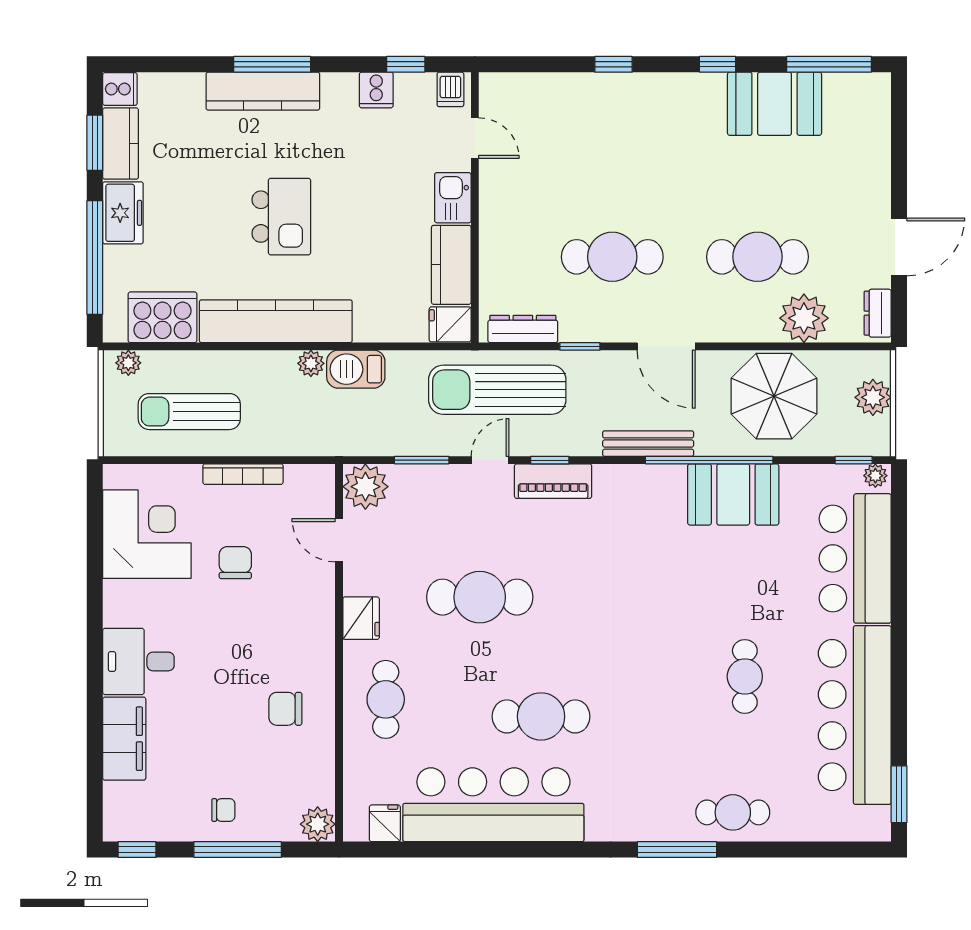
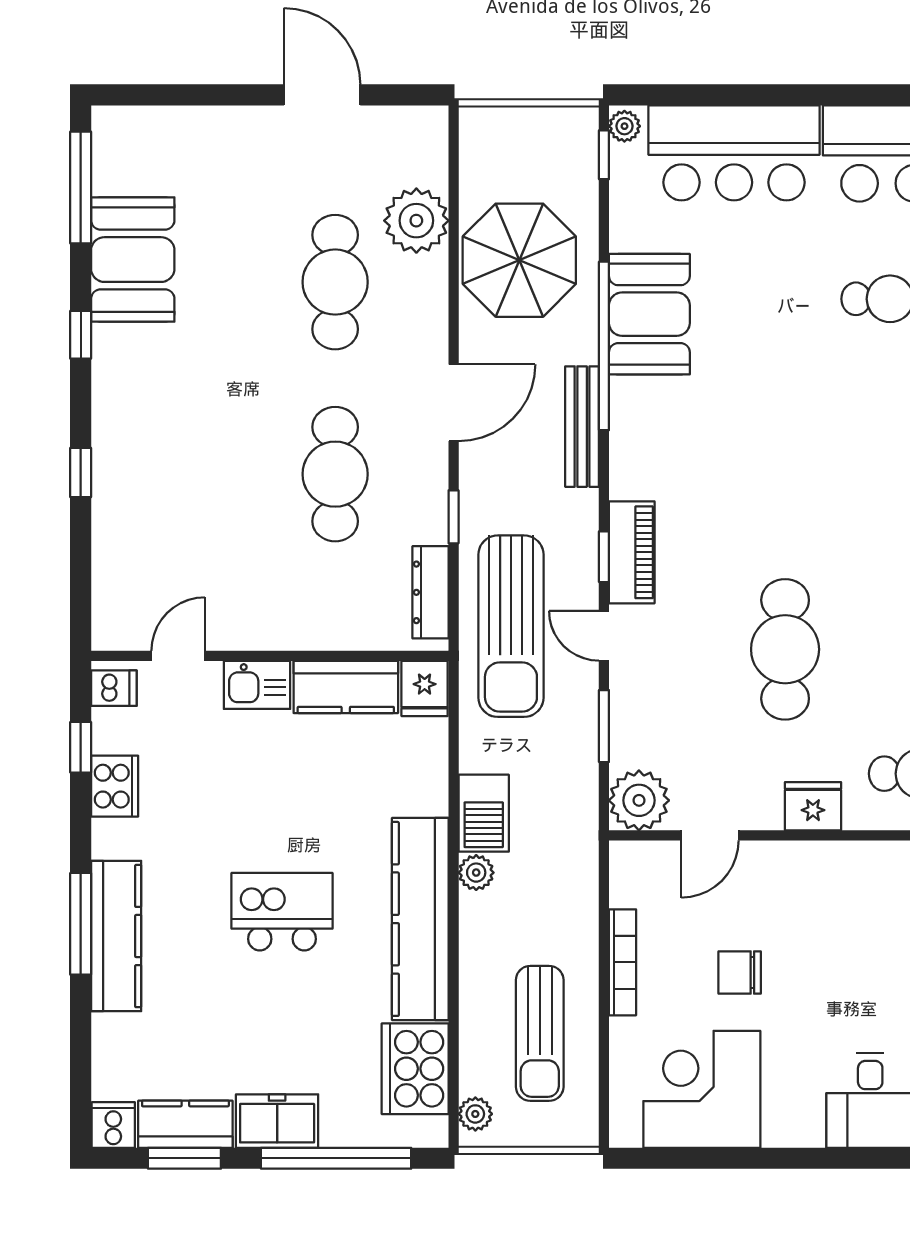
cooker: (376, 90) -> (115, 786), width x1.36
dresser: (878, 313) -> (410, 123), removed
plant: (873, 397) -> (521, 129), removed

